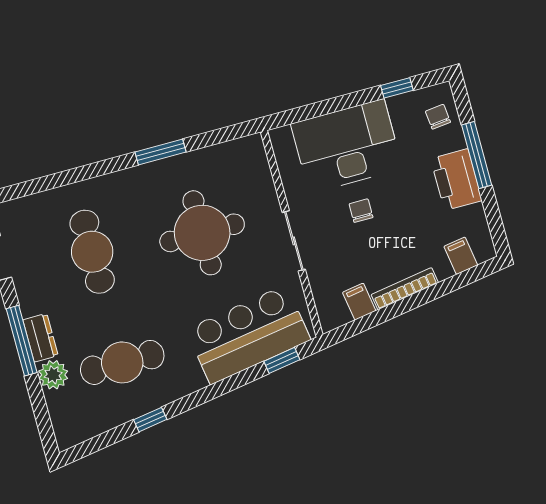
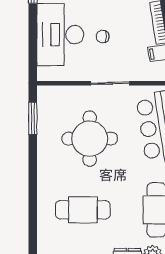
window: (161, 152) -> (33, 118), moved

